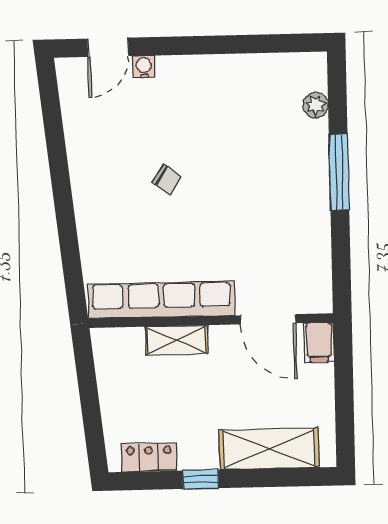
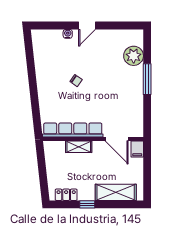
door: (108, 47) -> (87, 26), moved
plant: (316, 105) -> (134, 56), width x1.88, depth x1.88

